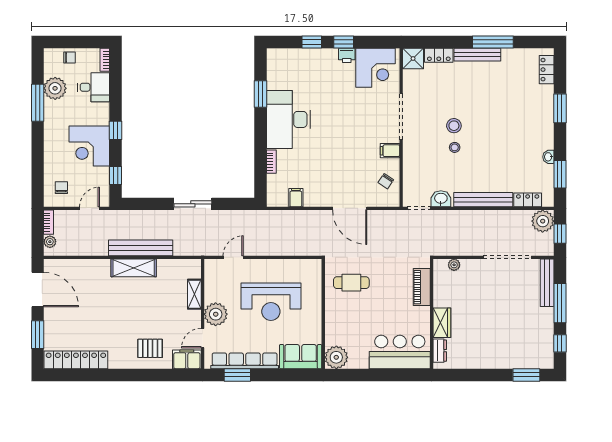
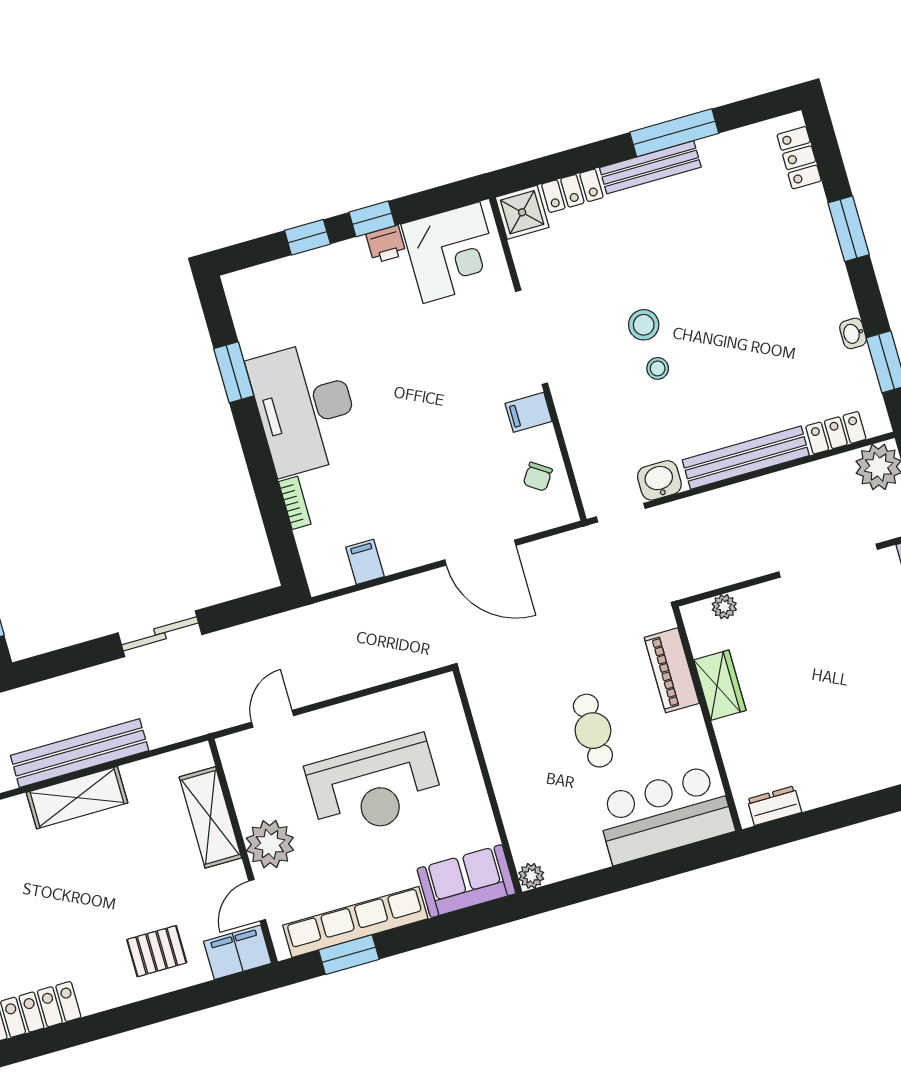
cafe table: (351, 283) -> (593, 731), moved, turned 90
shelving: (194, 294) -> (210, 817), width x1.50, depth x1.33
wardrobe: (442, 323) -> (720, 685), moved
dresser: (440, 351) -> (774, 806), moved, turned -90
plant: (336, 357) -> (531, 876), width x0.53, depth x0.53

